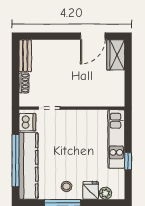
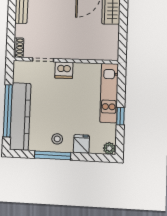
shoe rack: (24, 83) -> (19, 48), moved
dishwasher: (27, 122) -> (64, 70), moved, turned 90
plant: (105, 193) -> (109, 148), moved

